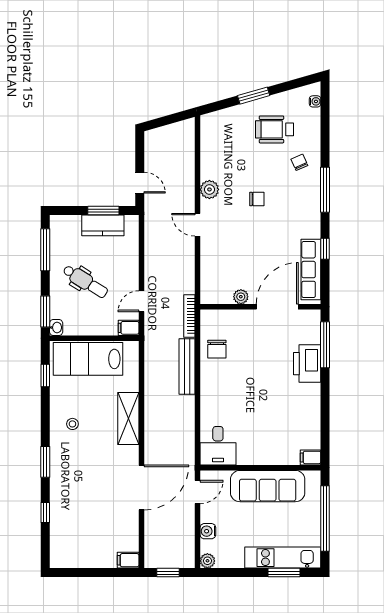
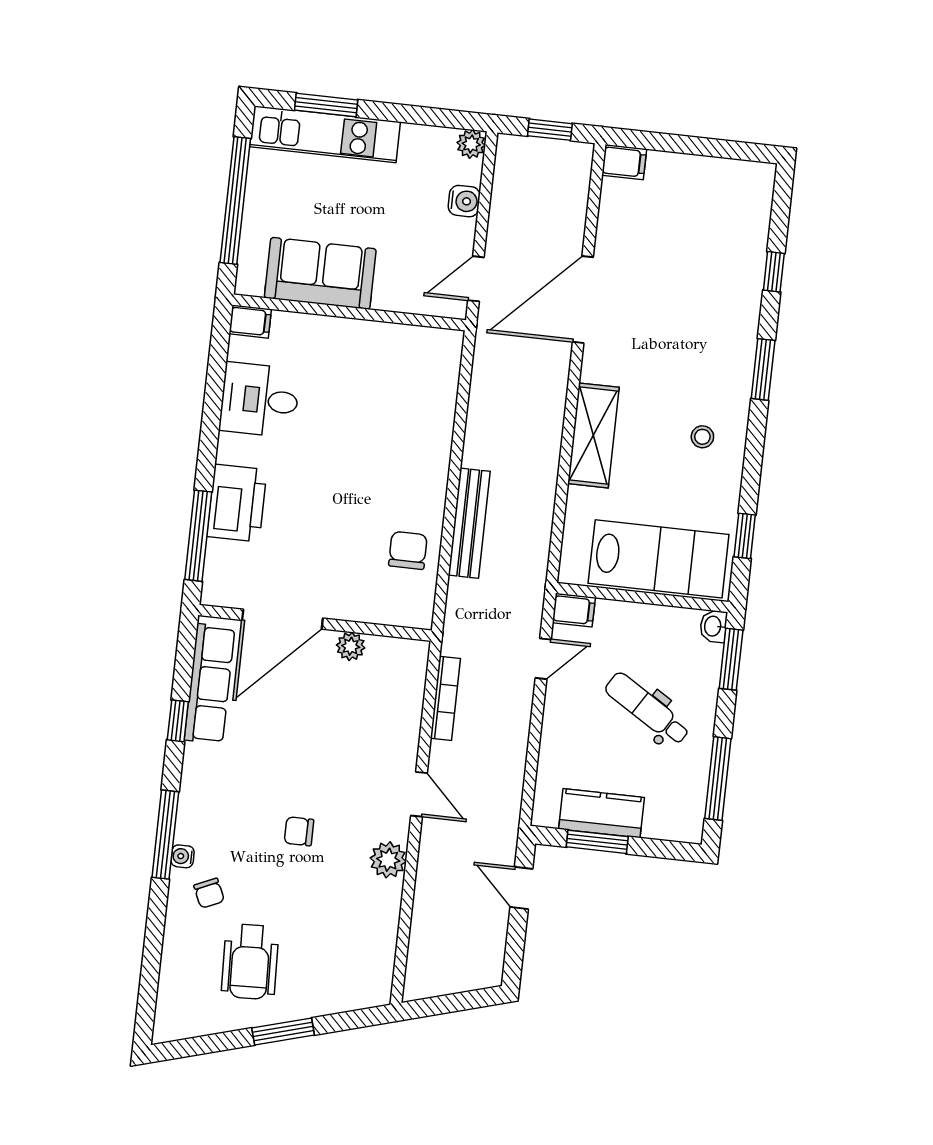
water cooler: (315, 101) -> (183, 856), moved
wheelchair: (275, 129) -> (250, 962), turned 88
bookcase: (189, 316) -> (445, 698), moved
desk: (218, 446) -> (260, 400), moved, turned -90
sofa: (268, 486) -> (320, 273), width x0.73

